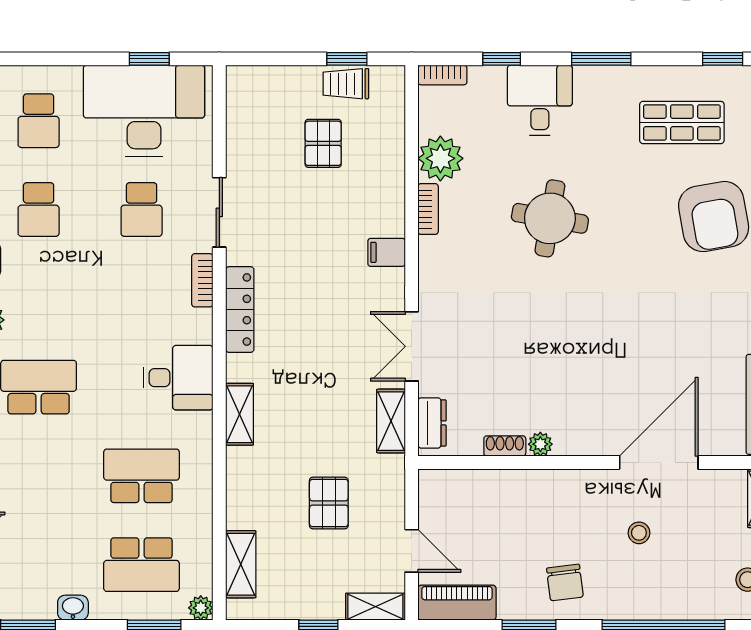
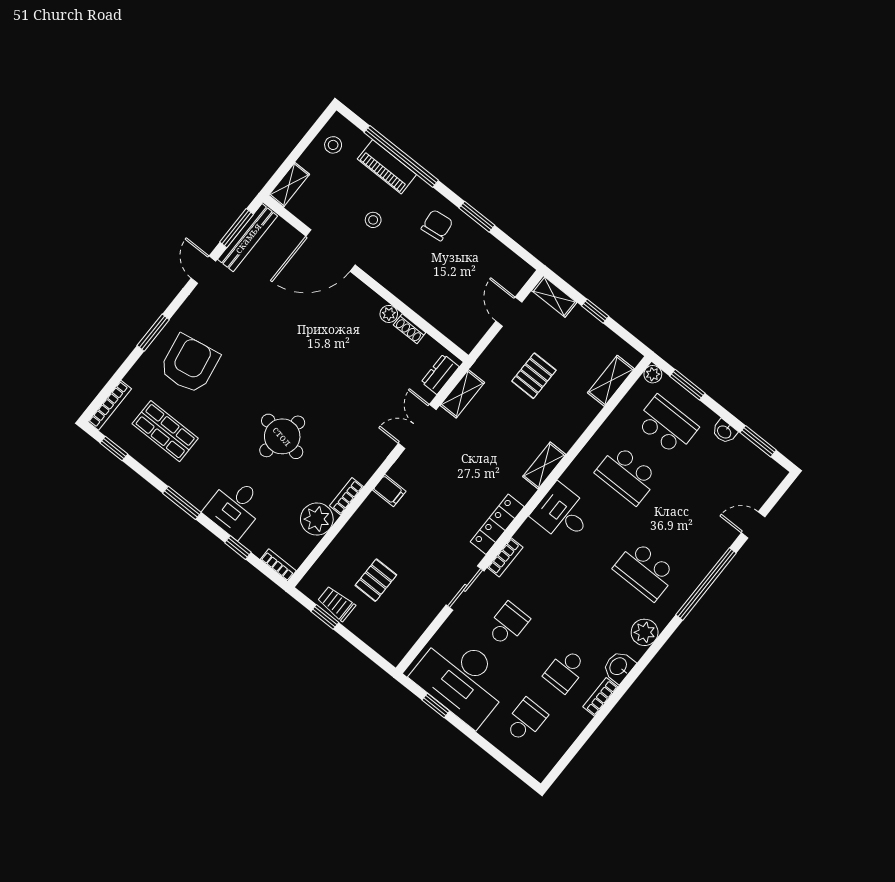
trolley: (346, 84) -> (336, 603), turned 180
school desk: (39, 209) -> (565, 671), turned 180
double door: (412, 346) -> (417, 427), swing flipped
piano: (457, 603) -> (387, 167), moved

